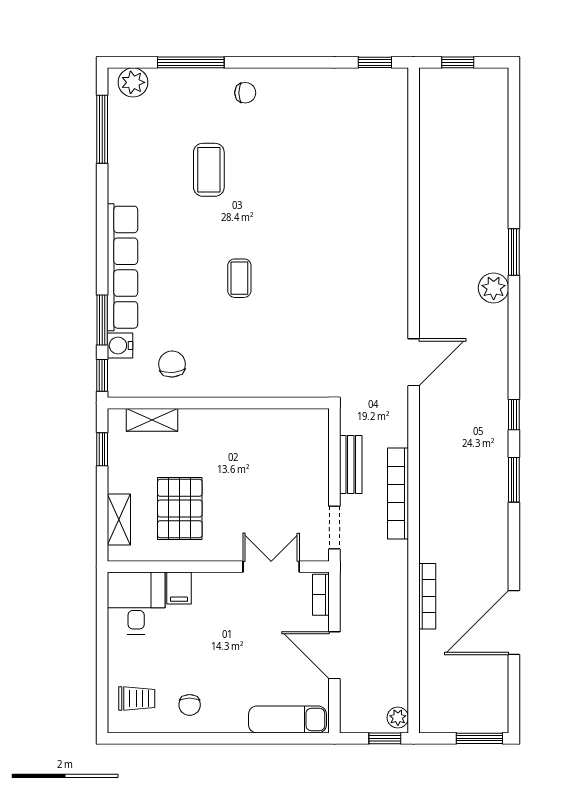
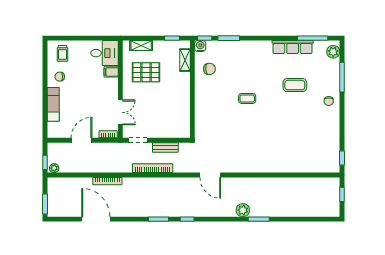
row of seats: (122, 267) -> (293, 47), moved, width x0.73
water cooler: (120, 346) -> (200, 46), moved
exam couch: (287, 719) -> (53, 104), moved

